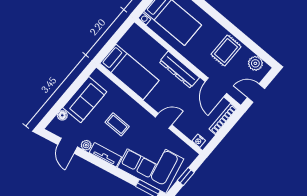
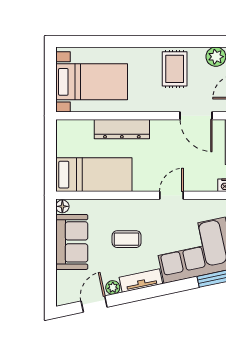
dresser: (179, 70) -> (122, 129), moved
floor lamp: (62, 115) -> (62, 206), moved
door: (68, 146) -> (94, 304), swing flipped

